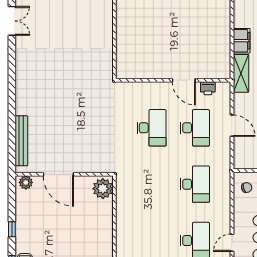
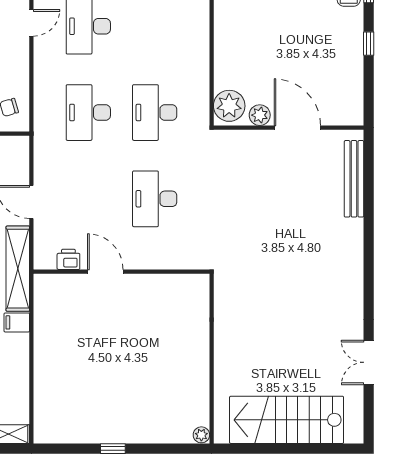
filing cabinet: (242, 41) -> (17, 322), width x0.50
shelving: (241, 73) -> (18, 269), width x1.47
desk: (195, 128) -> (155, 113), moved
plant: (26, 182) -> (260, 115), moved

